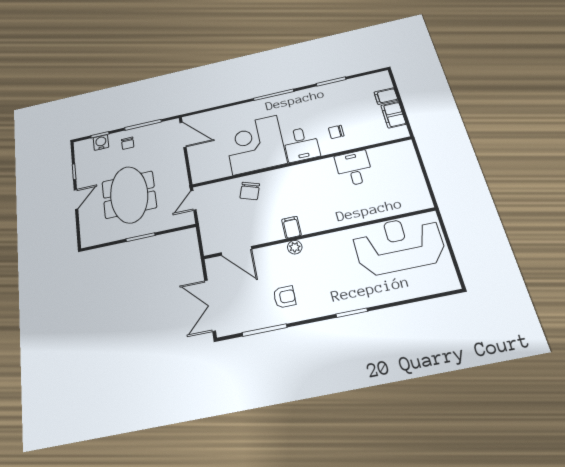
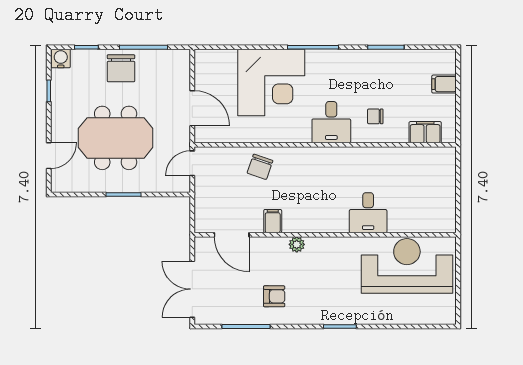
filing cabinet: (393, 115) -> (425, 132), moved, turned 90
door: (183, 135) -> (192, 108), moved
water cooler: (101, 142) -> (61, 59), moved
chair: (128, 143) -> (121, 68), width x1.87, depth x1.87
corner desk: (255, 145) -> (271, 82), moved, turned 180
desk: (354, 168) -> (368, 213), moved, turned 180
meeting table: (129, 195) -> (116, 138), turned 90
door: (76, 199) -> (49, 156), moved
filing cabinet: (291, 227) -> (273, 221), moved

